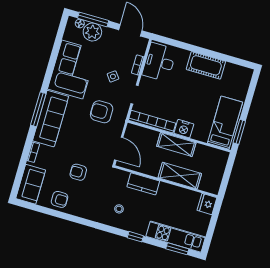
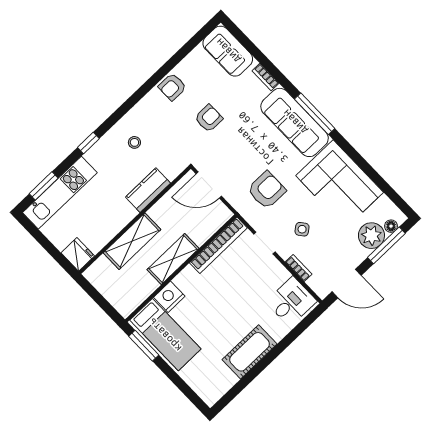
desk: (159, 62) -> (291, 301), width x0.73
nightstand: (184, 129) -> (169, 297), moved
armchair: (60, 199) -> (172, 87), moved

